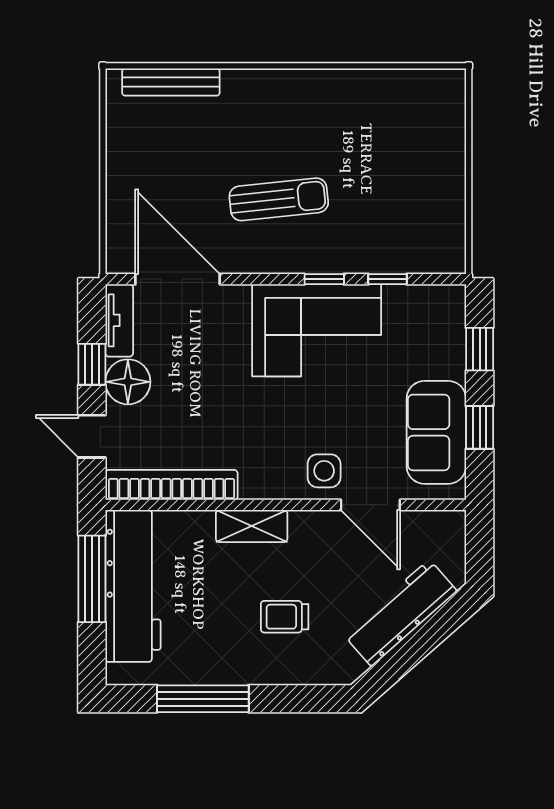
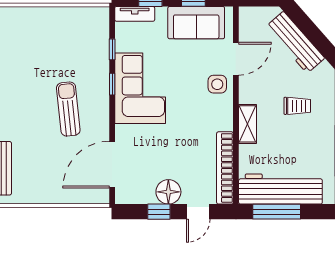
tv unit: (119, 320) -> (135, 14), moved, turned 180
trolley: (285, 617) -> (297, 106), turned -90

